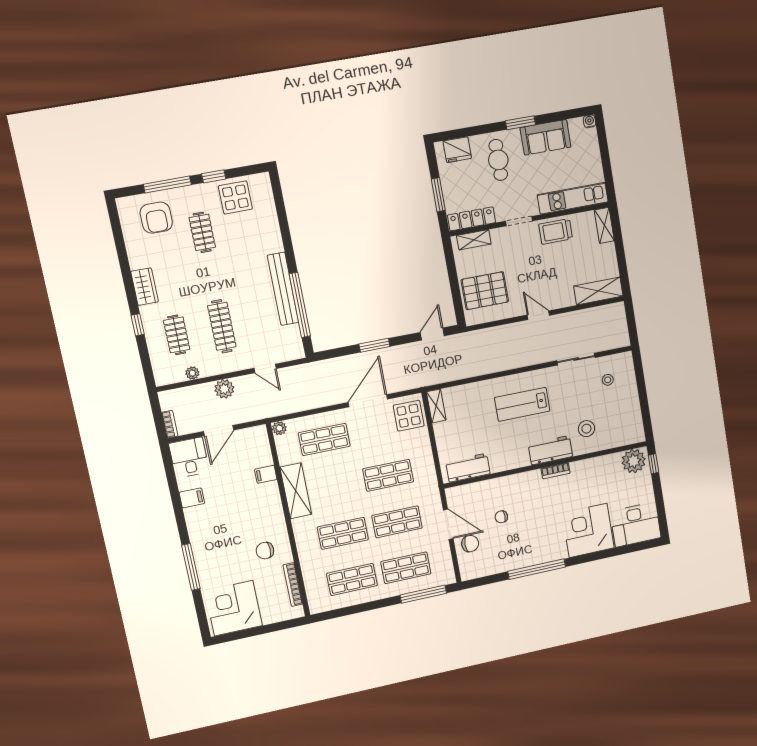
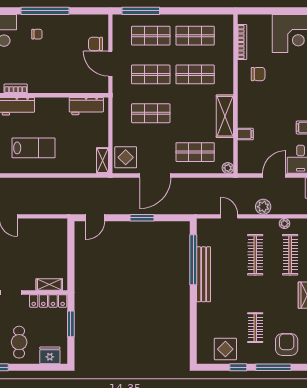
pallet: (485, 291) -> (48, 244), removed
clothes rail: (177, 335) -> (290, 255), width x1.36
chair: (501, 517) -> (37, 34), moved

